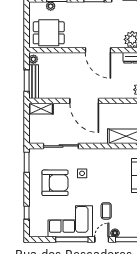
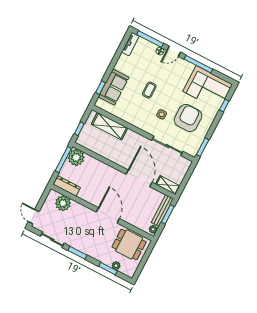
door: (98, 50) -> (108, 215), moved
door: (84, 101) -> (139, 178), moved
armchair: (55, 183) -> (188, 118), turned 90
coffee table: (106, 211) -> (149, 90), moved
corner sofa: (70, 221) -> (208, 88), moved

